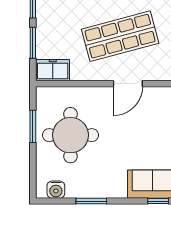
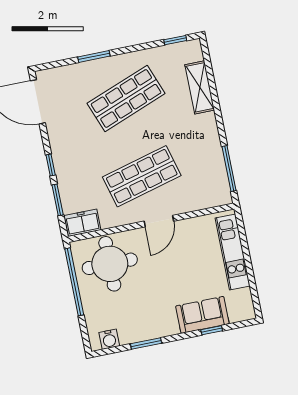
window: (33, 126) -> (74, 282), width x2.11
round table: (70, 135) -> (110, 264), moved

